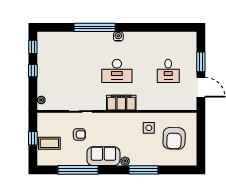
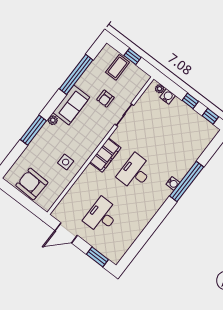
water cooler: (118, 36) -> (173, 183), moved
window: (201, 62) -> (97, 257), moved
desk: (168, 71) -> (101, 216), width x1.37
water cooler: (42, 90) -> (168, 96), added
armchair: (174, 138) -> (32, 184), moved

